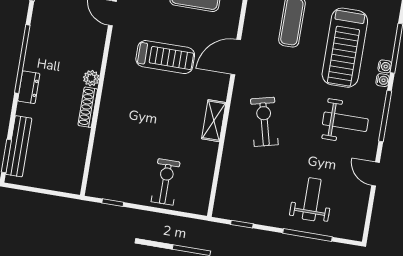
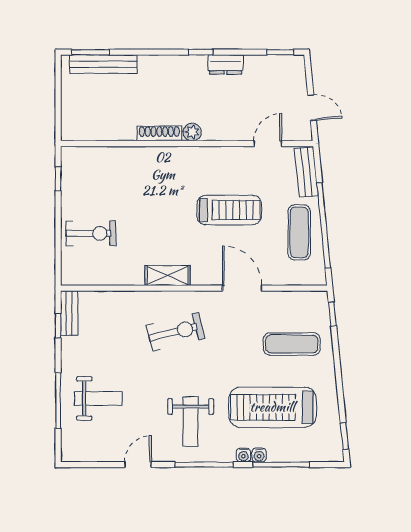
treadmill: (165, 57) -> (229, 210), turned -90
window: (22, 59) -> (201, 52), width x0.32
dresser: (29, 87) -> (225, 64), moved
bench: (232, 213) -> (69, 313), added

